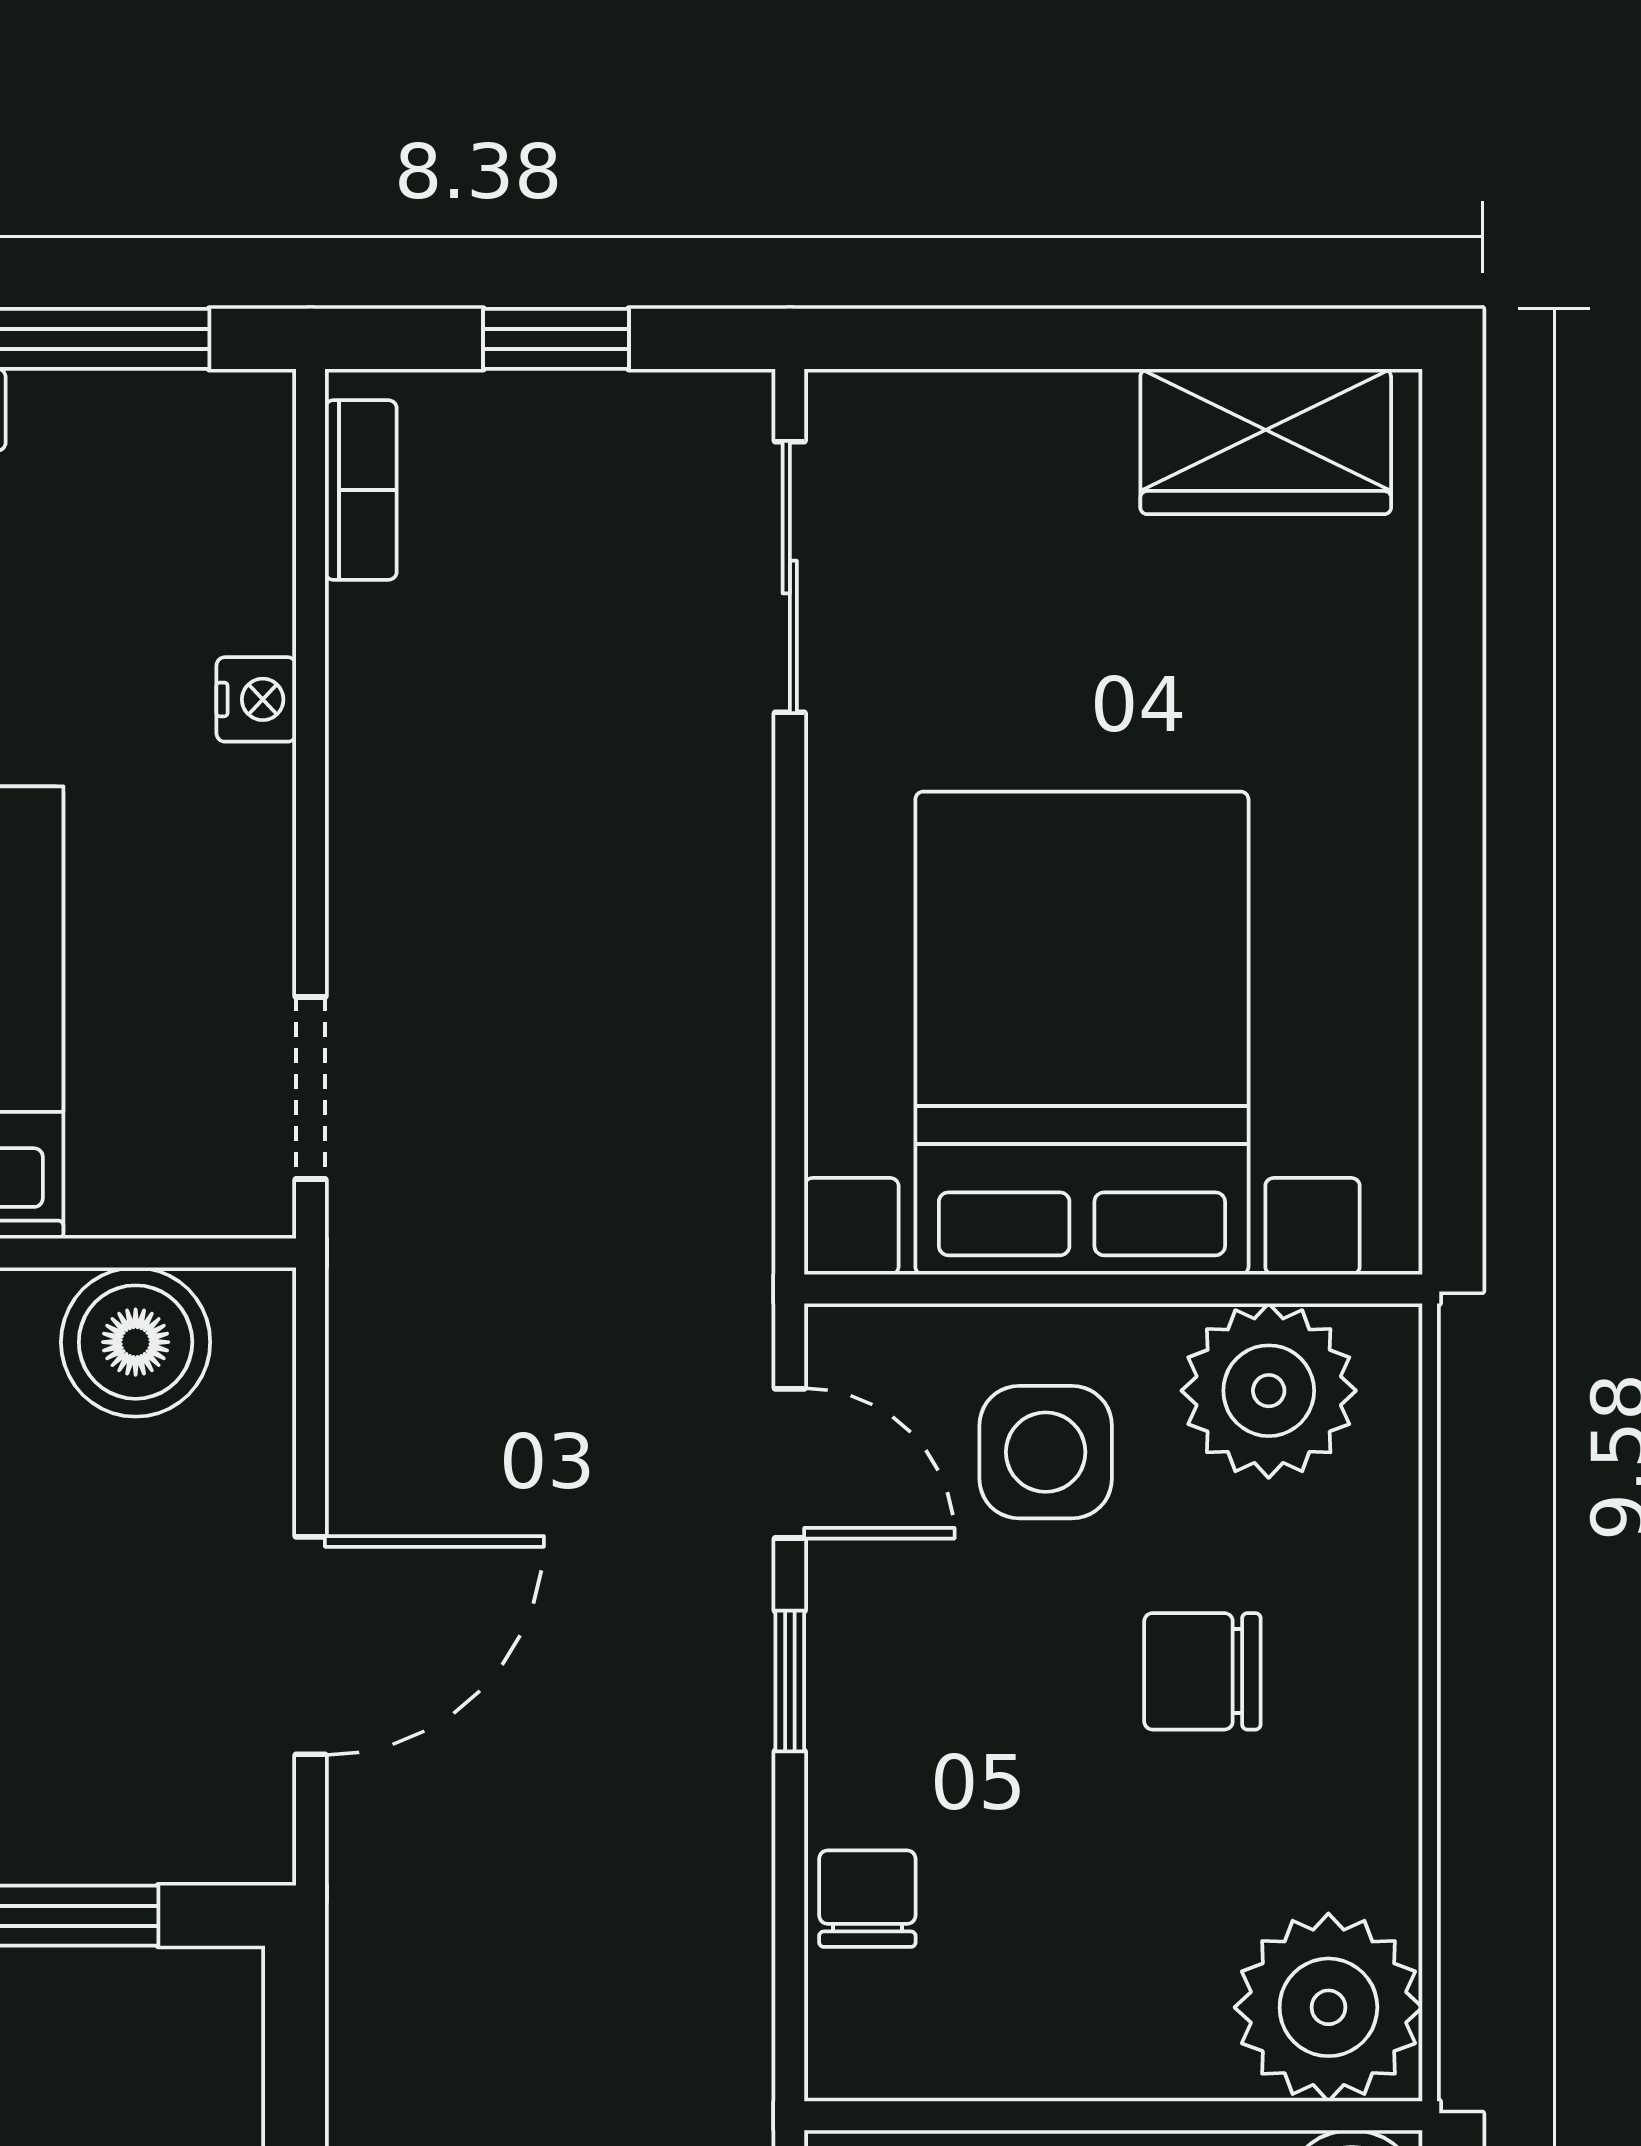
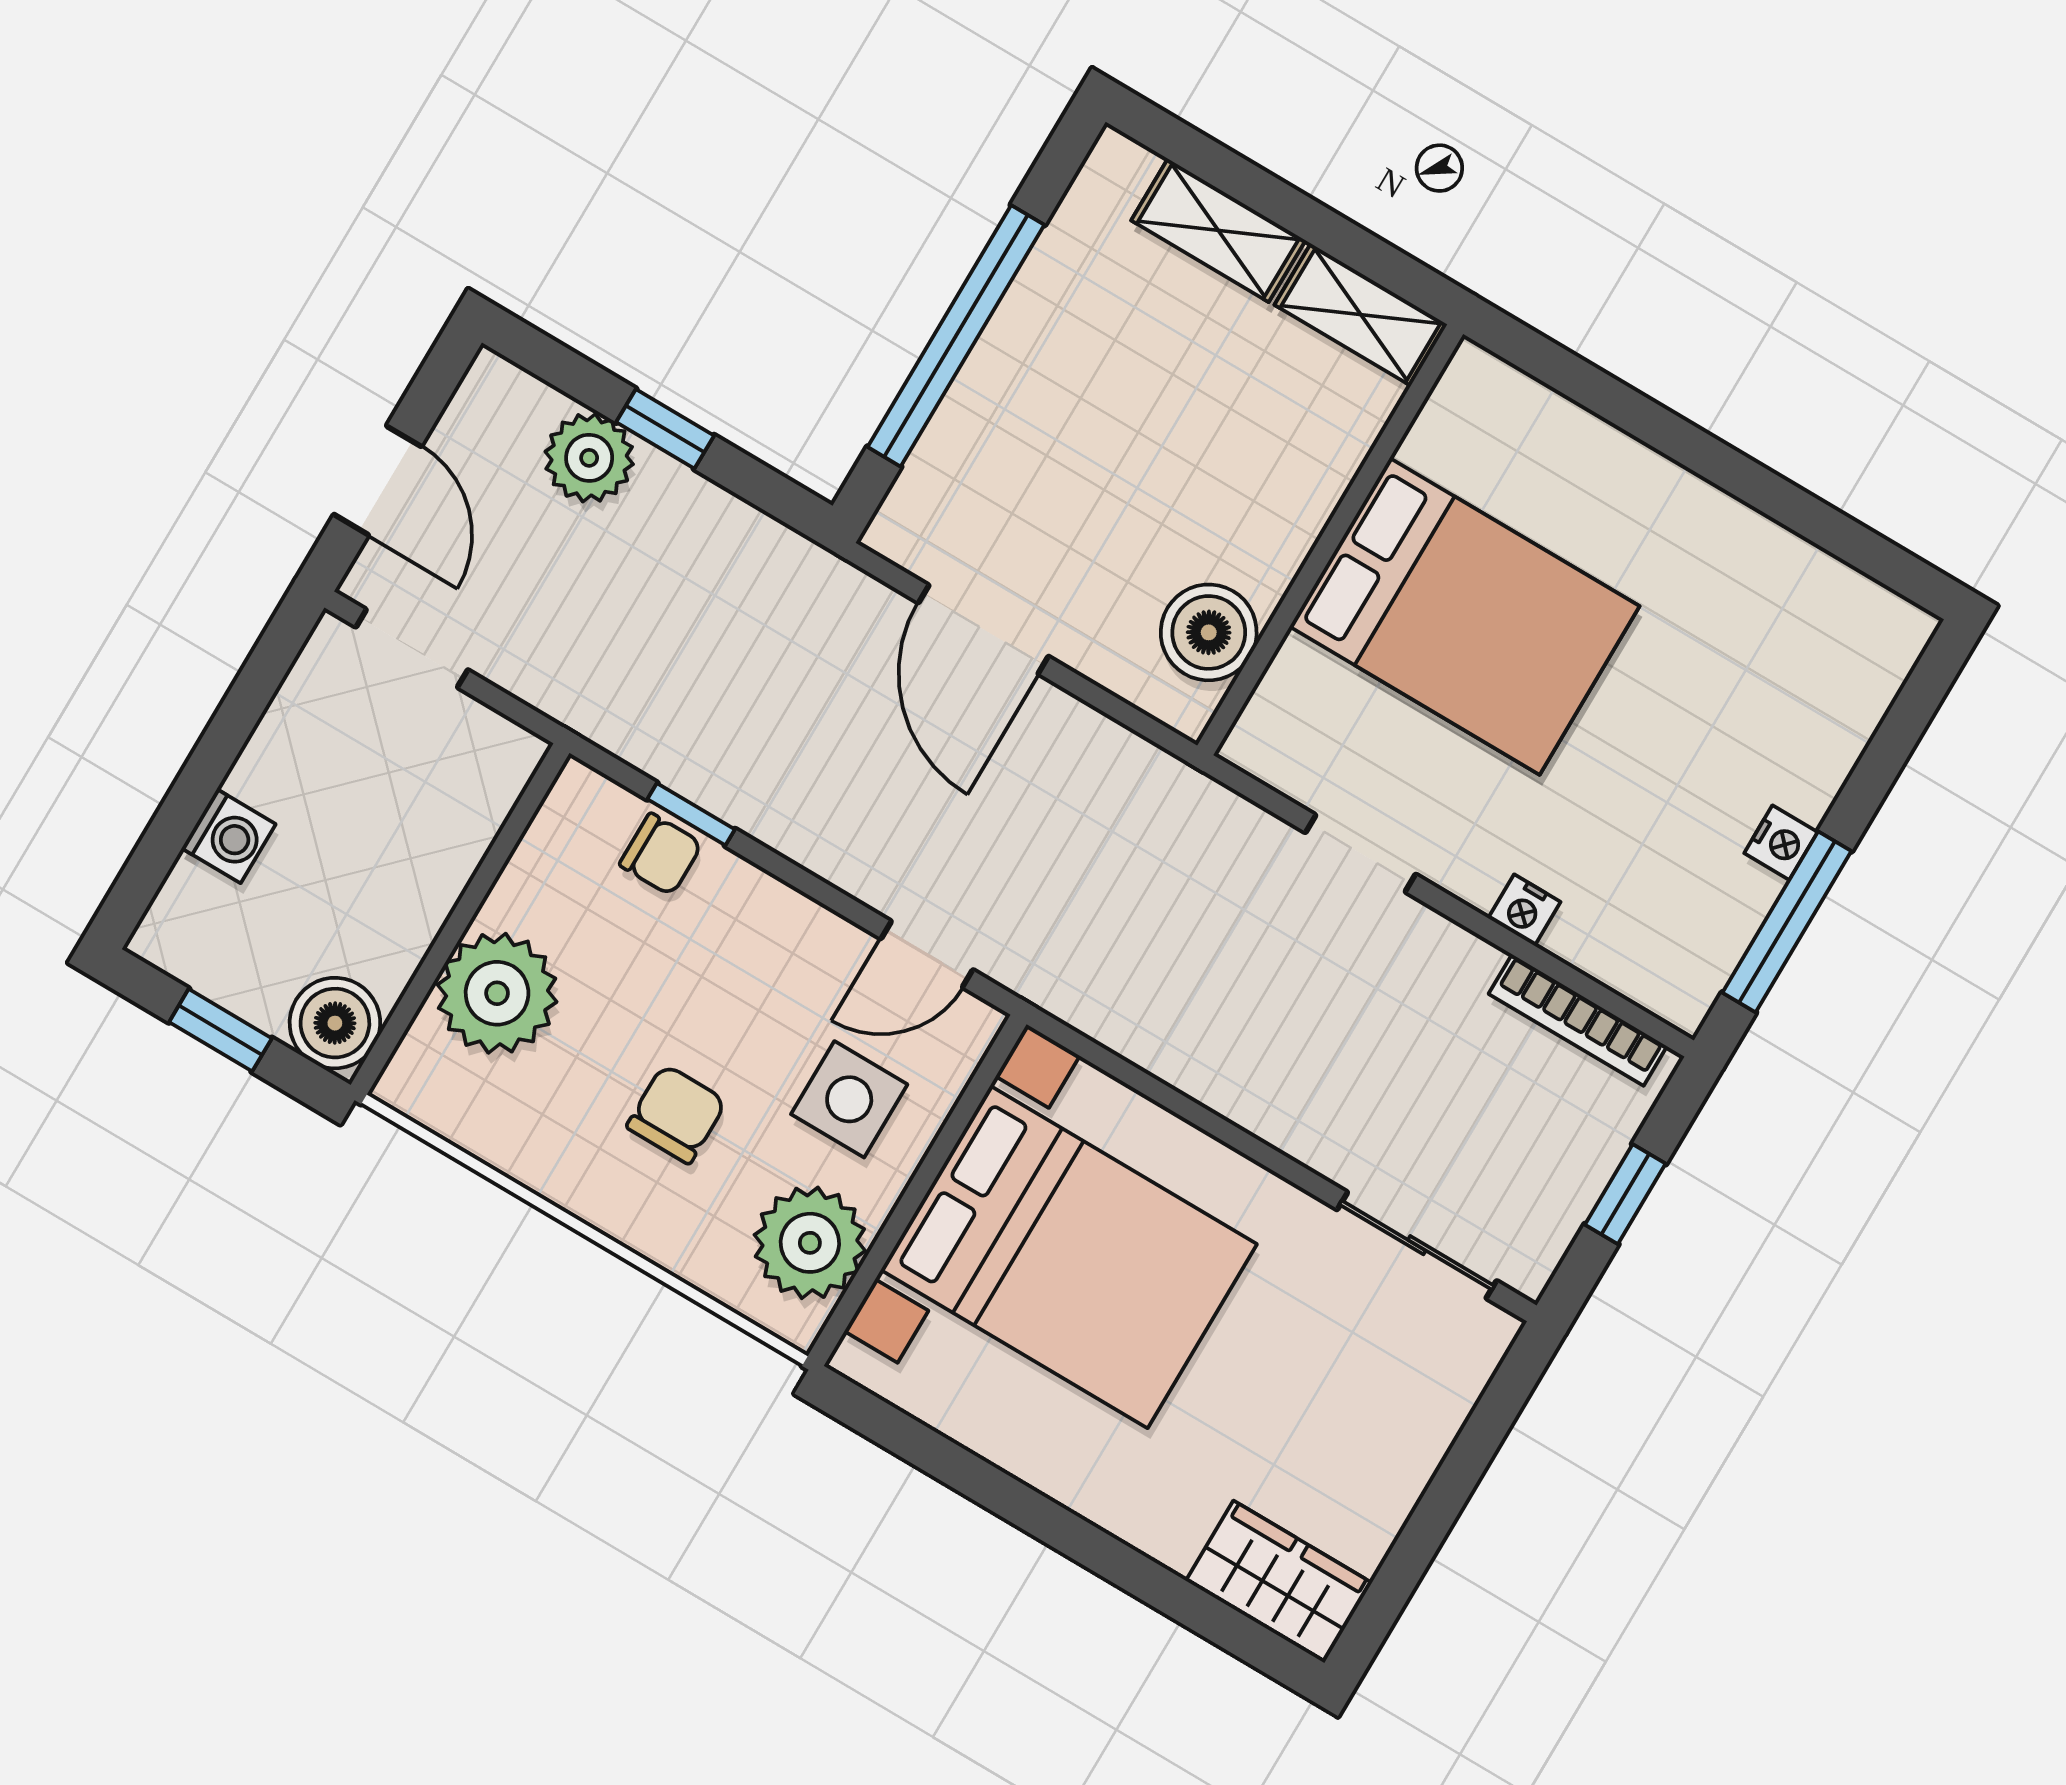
wardrobe: (1266, 441) -> (1279, 1582), moved, turned 90
bookcase: (361, 490) -> (1578, 1020), width x1.56
doorway: (311, 1088) -> (1361, 853), moved
window: (790, 1681) -> (691, 814), moved
plant: (1328, 2007) -> (497, 993), moved

